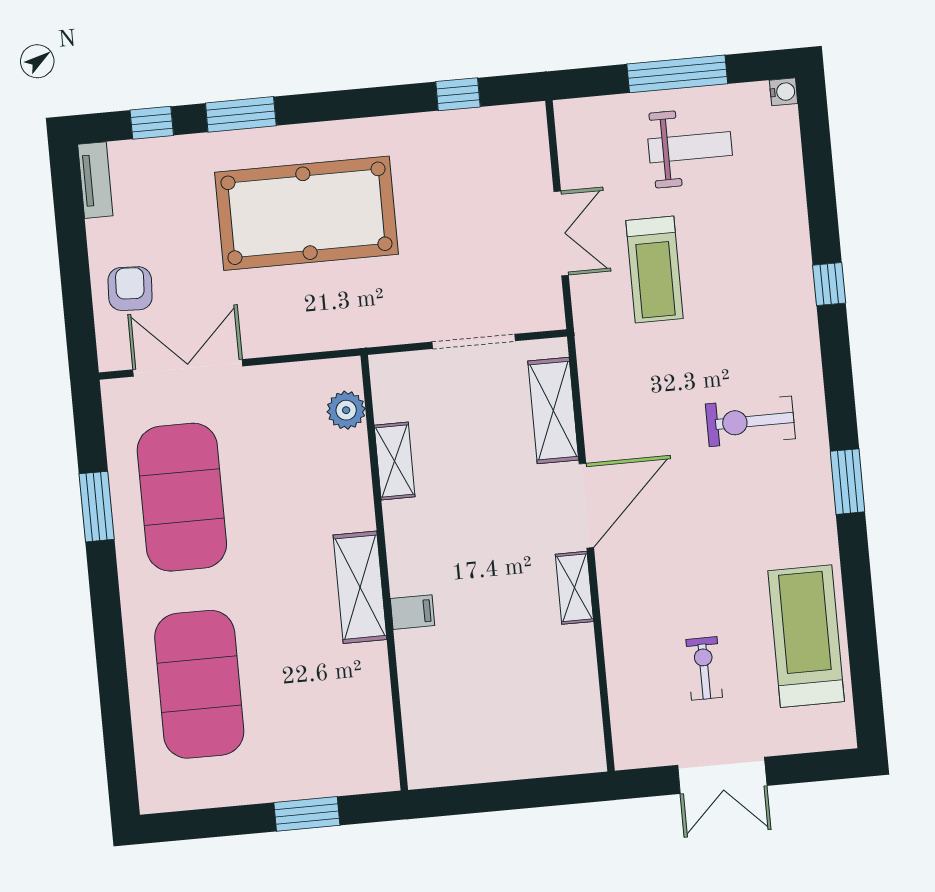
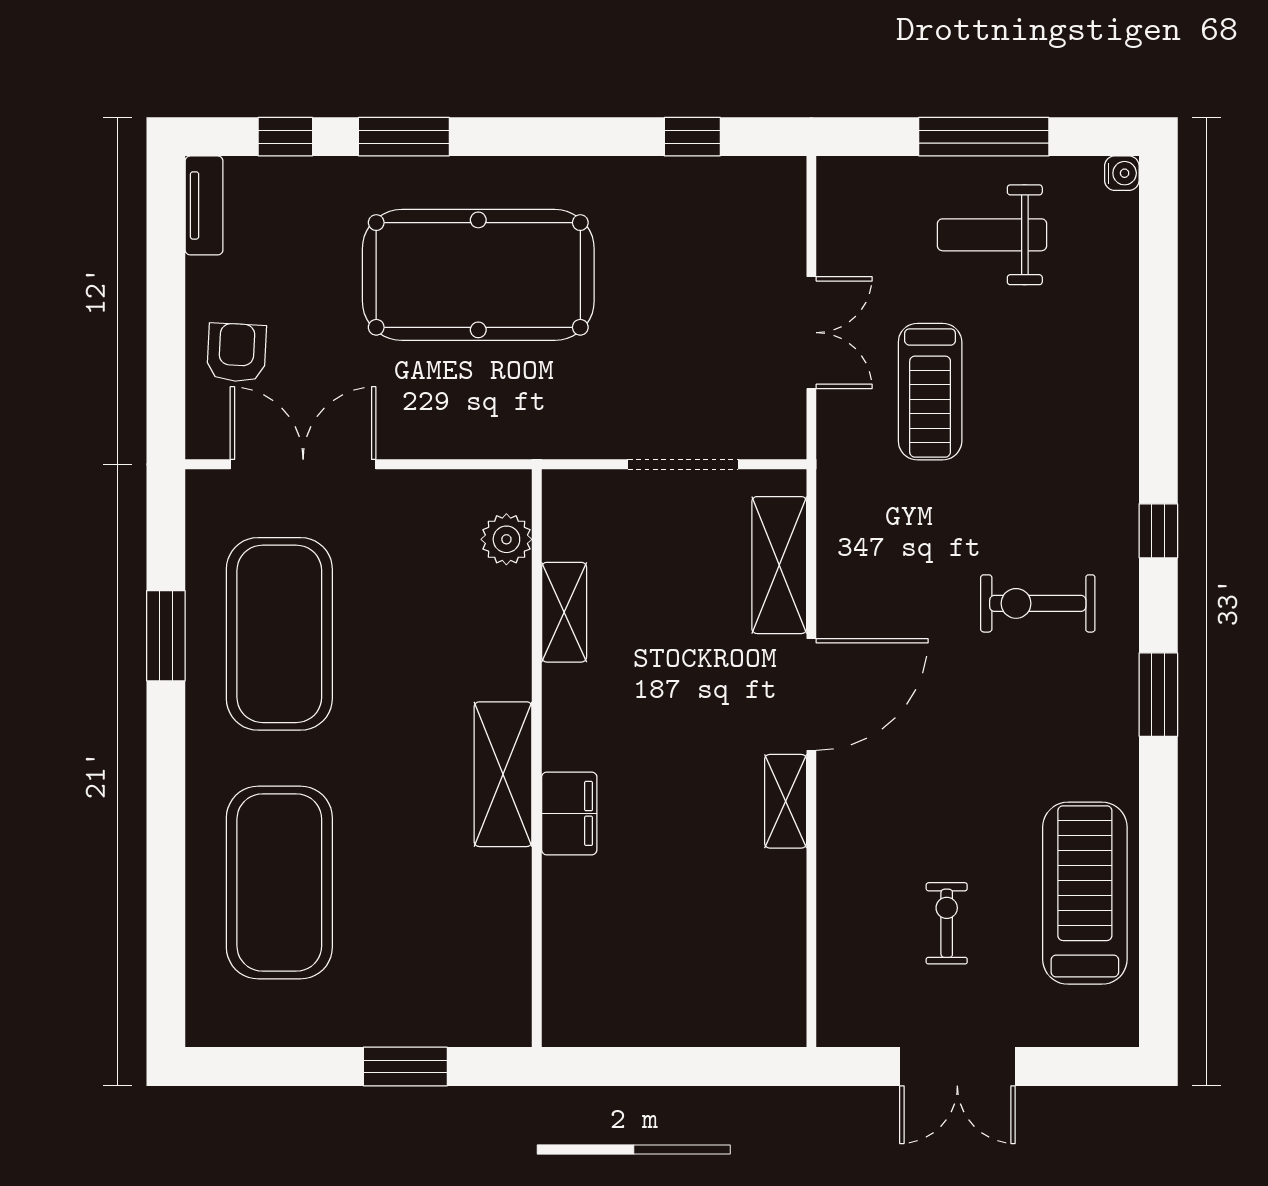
weight bench: (690, 147) -> (992, 235), turned 180
window: (829, 284) -> (1158, 531), moved
filing cabinet: (413, 612) -> (569, 813), width x2.00

